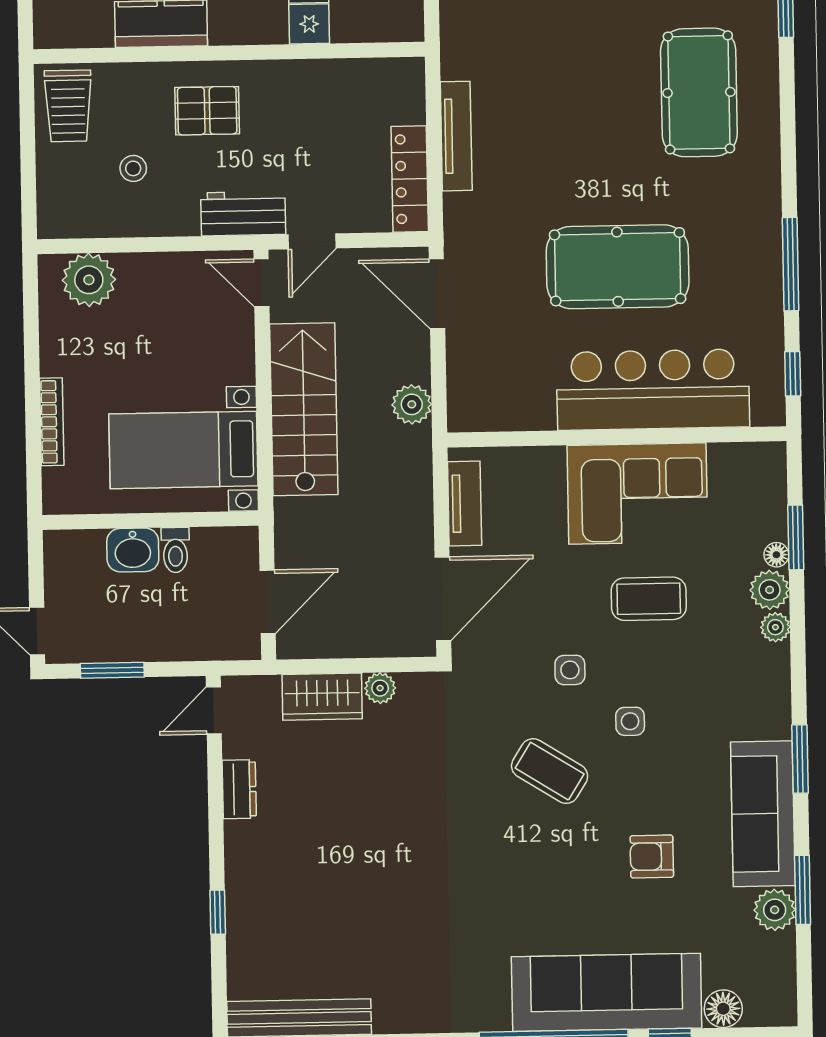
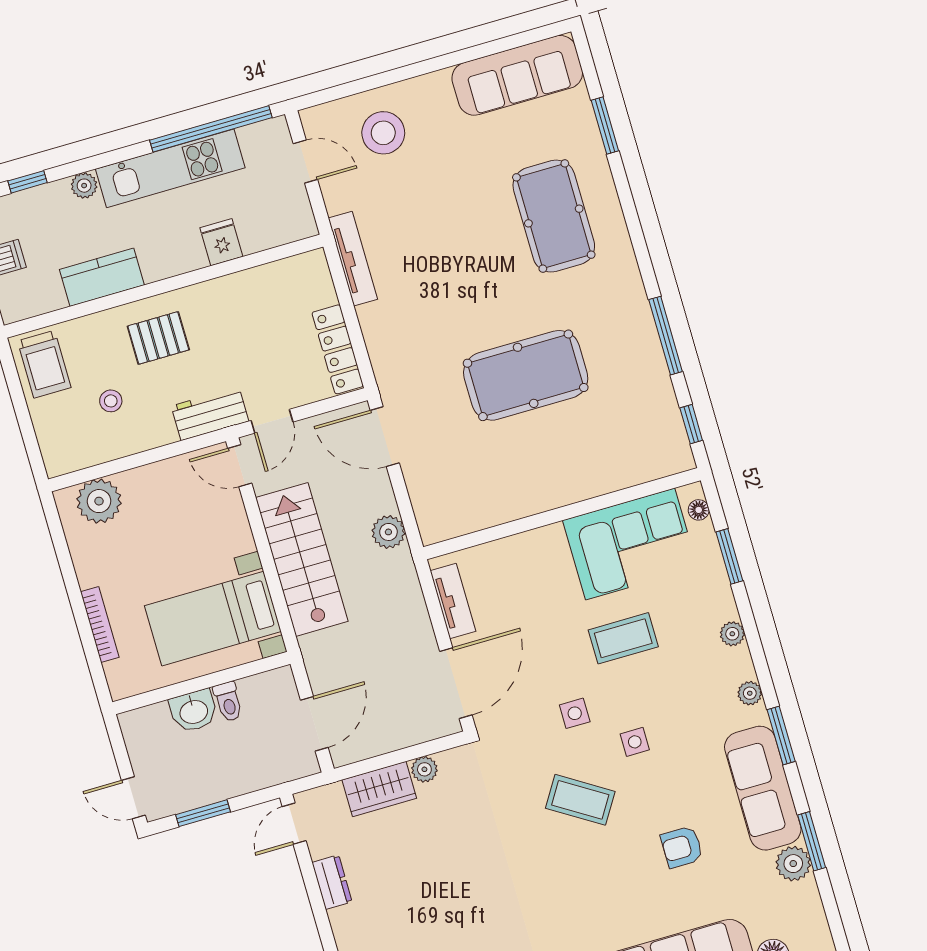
tv unit: (456, 136) -> (353, 259), moved
bar counter: (653, 390) -> (581, 467), removed
corner sofa: (637, 493) -> (630, 544), moved
floor lamp: (776, 555) -> (699, 510), moved
plant: (770, 590) -> (750, 693), moved, width x0.73, depth x0.73

